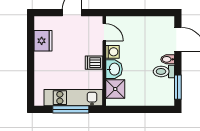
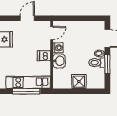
door: (104, 32) -> (52, 33), hinge flipped
window: (178, 87) -> (107, 64), moved
shower: (115, 89) -> (79, 82), moved

